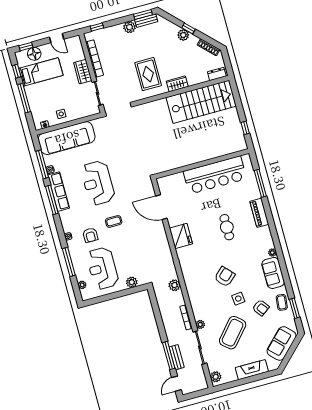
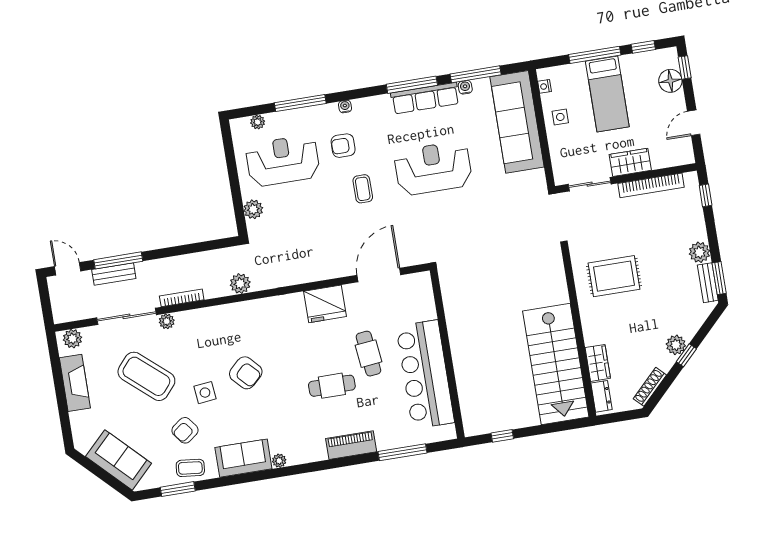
bed: (41, 72) -> (607, 94), moved
wardrobe: (177, 84) -> (598, 363), moved
cafe table: (206, 208) -> (368, 354), added
fireplace: (252, 370) -> (75, 383), moved

